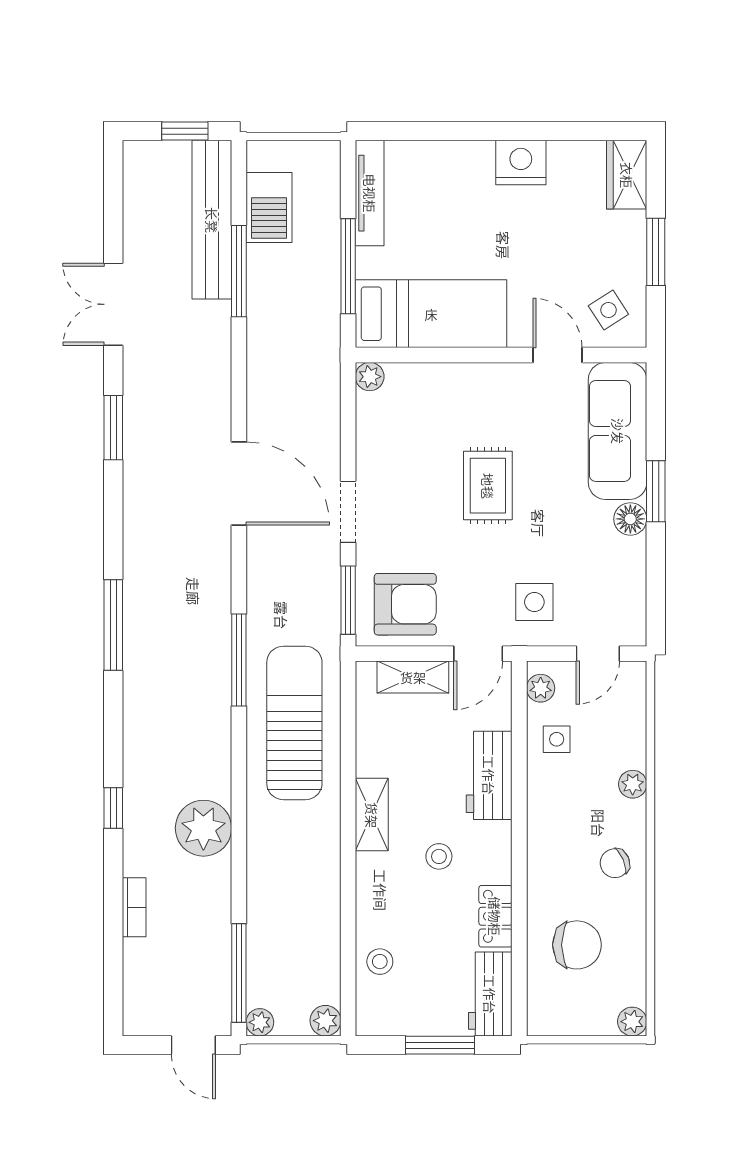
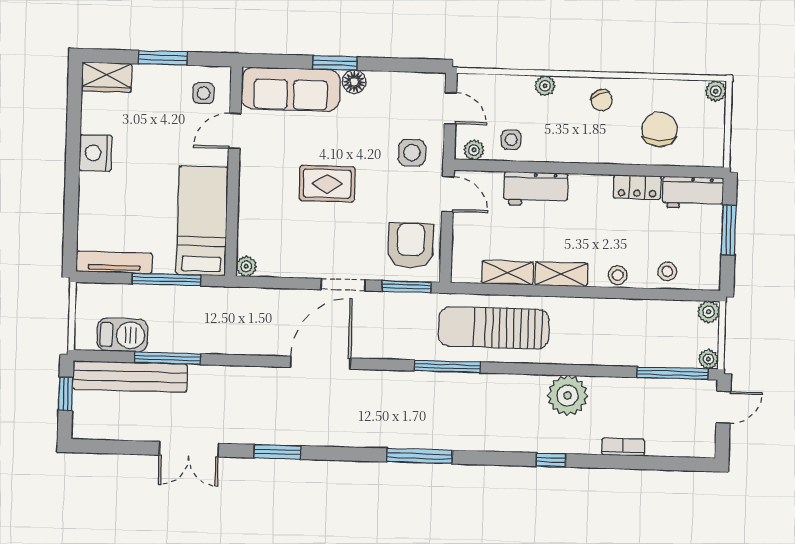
side table: (608, 310) -> (203, 93), turned 33
shelving: (413, 677) -> (507, 273), moved, turned 90
stool: (439, 856) -> (618, 275), moved

